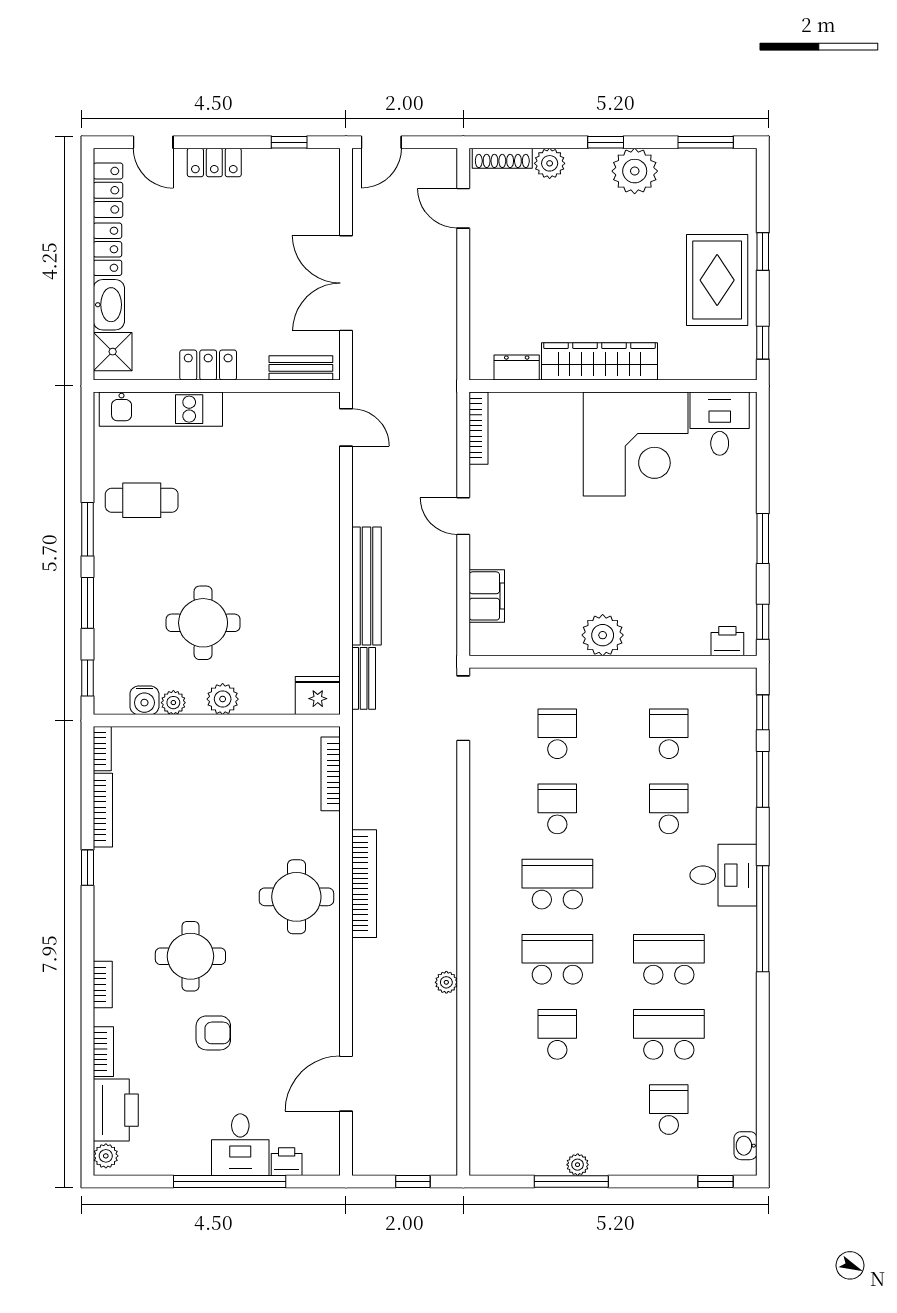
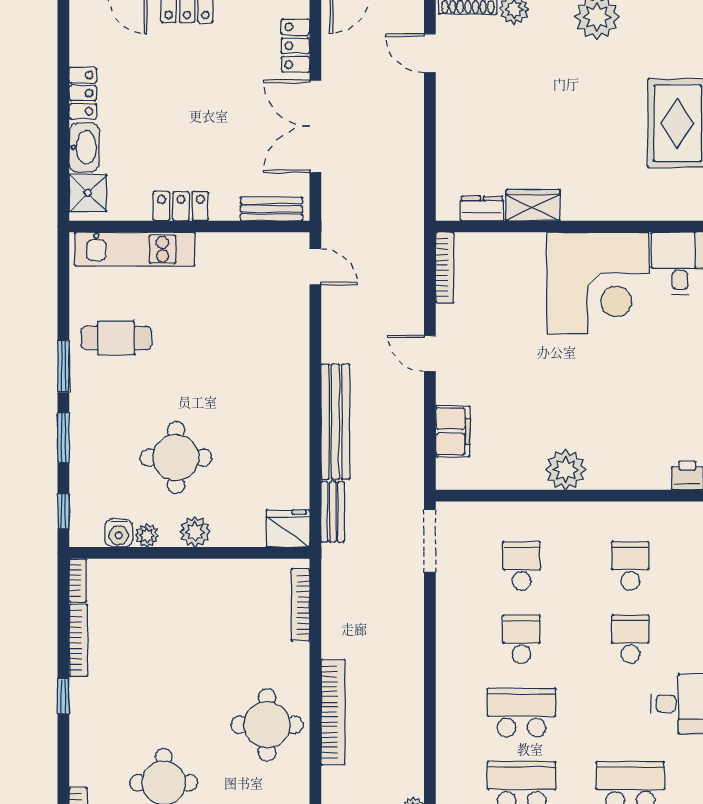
locker: (108, 190) -> (295, 46), moved, turned 180
wardrobe: (599, 361) -> (533, 205), width x0.48, depth x0.85

